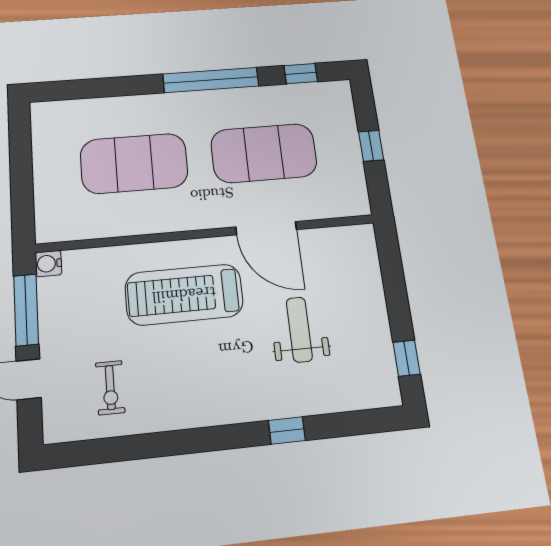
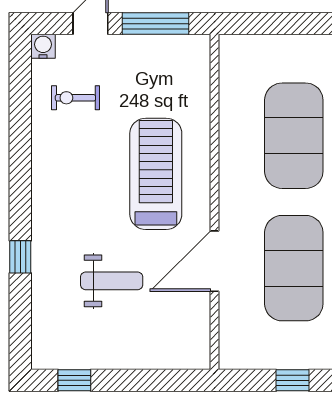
water cooler: (48, 264) -> (43, 46), moved

